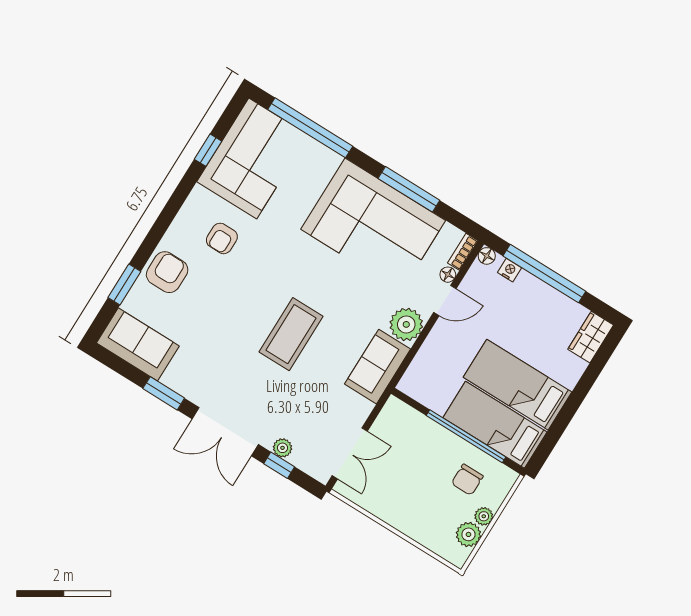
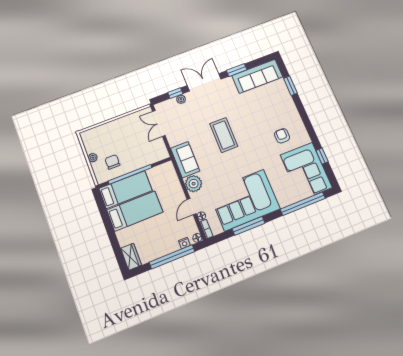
armchair: (167, 272) -> (284, 105), removed
sofa: (138, 344) -> (257, 76), width x1.36
plant: (468, 534) -> (90, 146), removed

